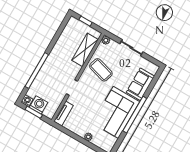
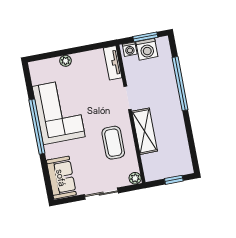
shelving: (85, 50) -> (145, 131), moved
coffee table: (101, 70) -> (113, 143), turned 74
sofa: (140, 84) -> (61, 178), moved
washing machine: (27, 101) -> (130, 49), moved

